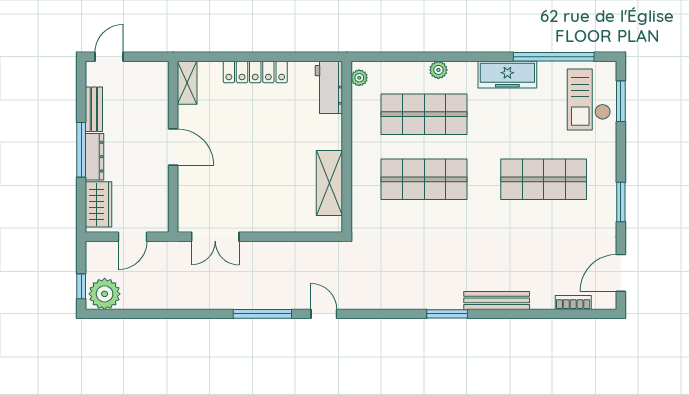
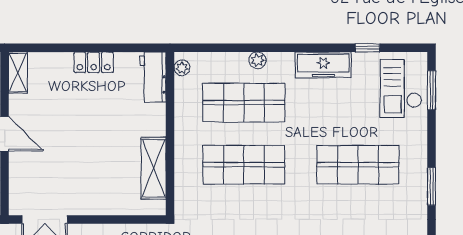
window: (554, 57) -> (367, 48), width x0.32
locker: (255, 72) -> (94, 62), width x0.66

